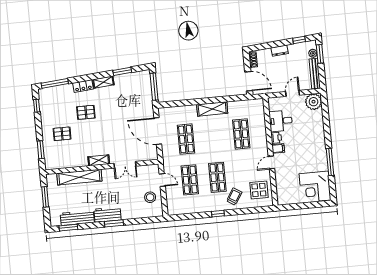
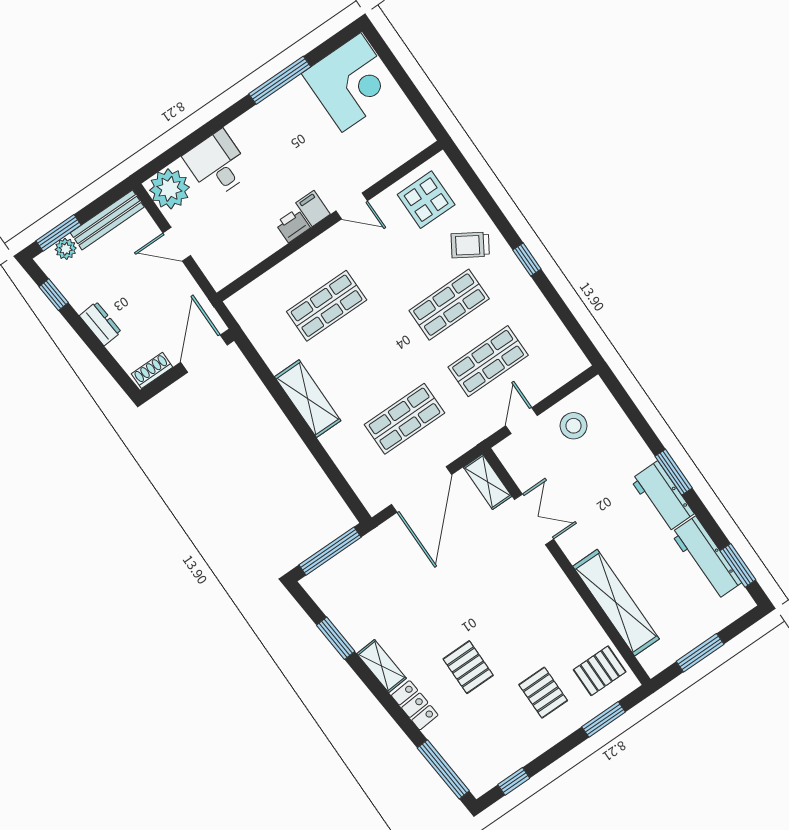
desk: (281, 121) -> (217, 164), moved, turned 180
pallet: (59, 158) -> (600, 671), added
shelving: (99, 160) -> (488, 482), moved

